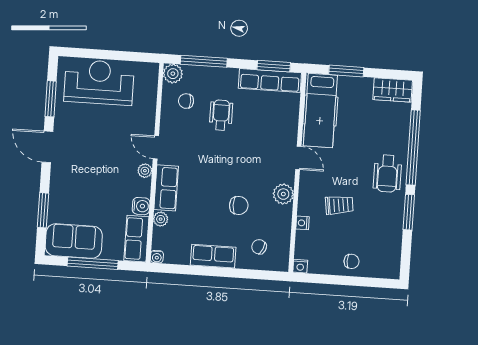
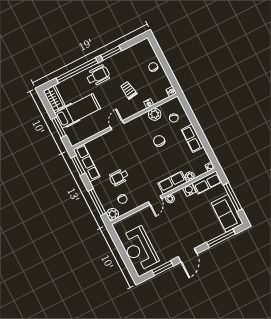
hospital bed: (320, 110) -> (77, 111), moved
plant: (283, 194) -> (155, 114), moved
window: (43, 210) -> (221, 238), width x1.44

